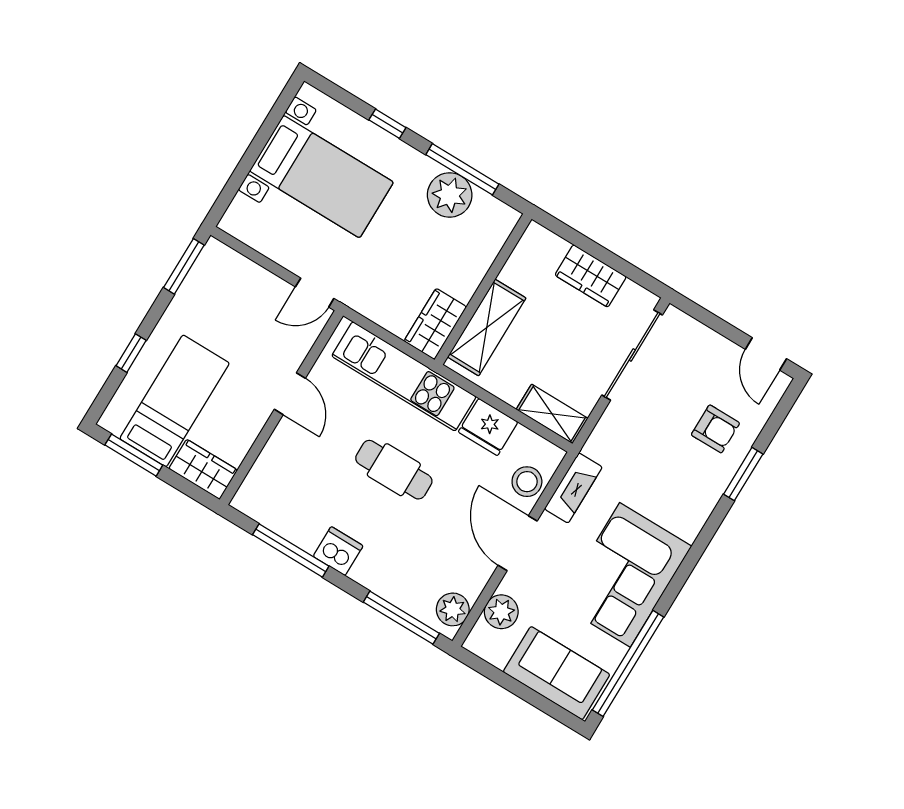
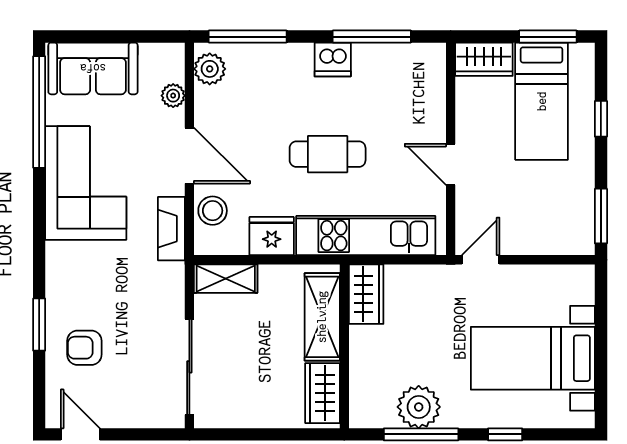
wardrobe: (591, 276) -> (322, 393), moved, turned -90
plant: (501, 612) -> (173, 96), width x0.73, depth x0.73

